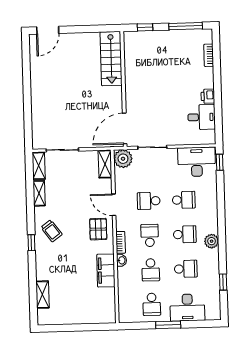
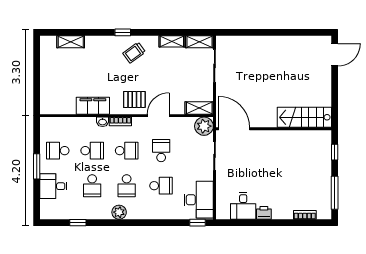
door: (48, 30) -> (335, 55), swing flipped
school desk: (184, 200) -> (161, 186), turned -90
school desk: (151, 270) -> (92, 151), turned 180
desk: (187, 308) -> (53, 186), width x0.73

